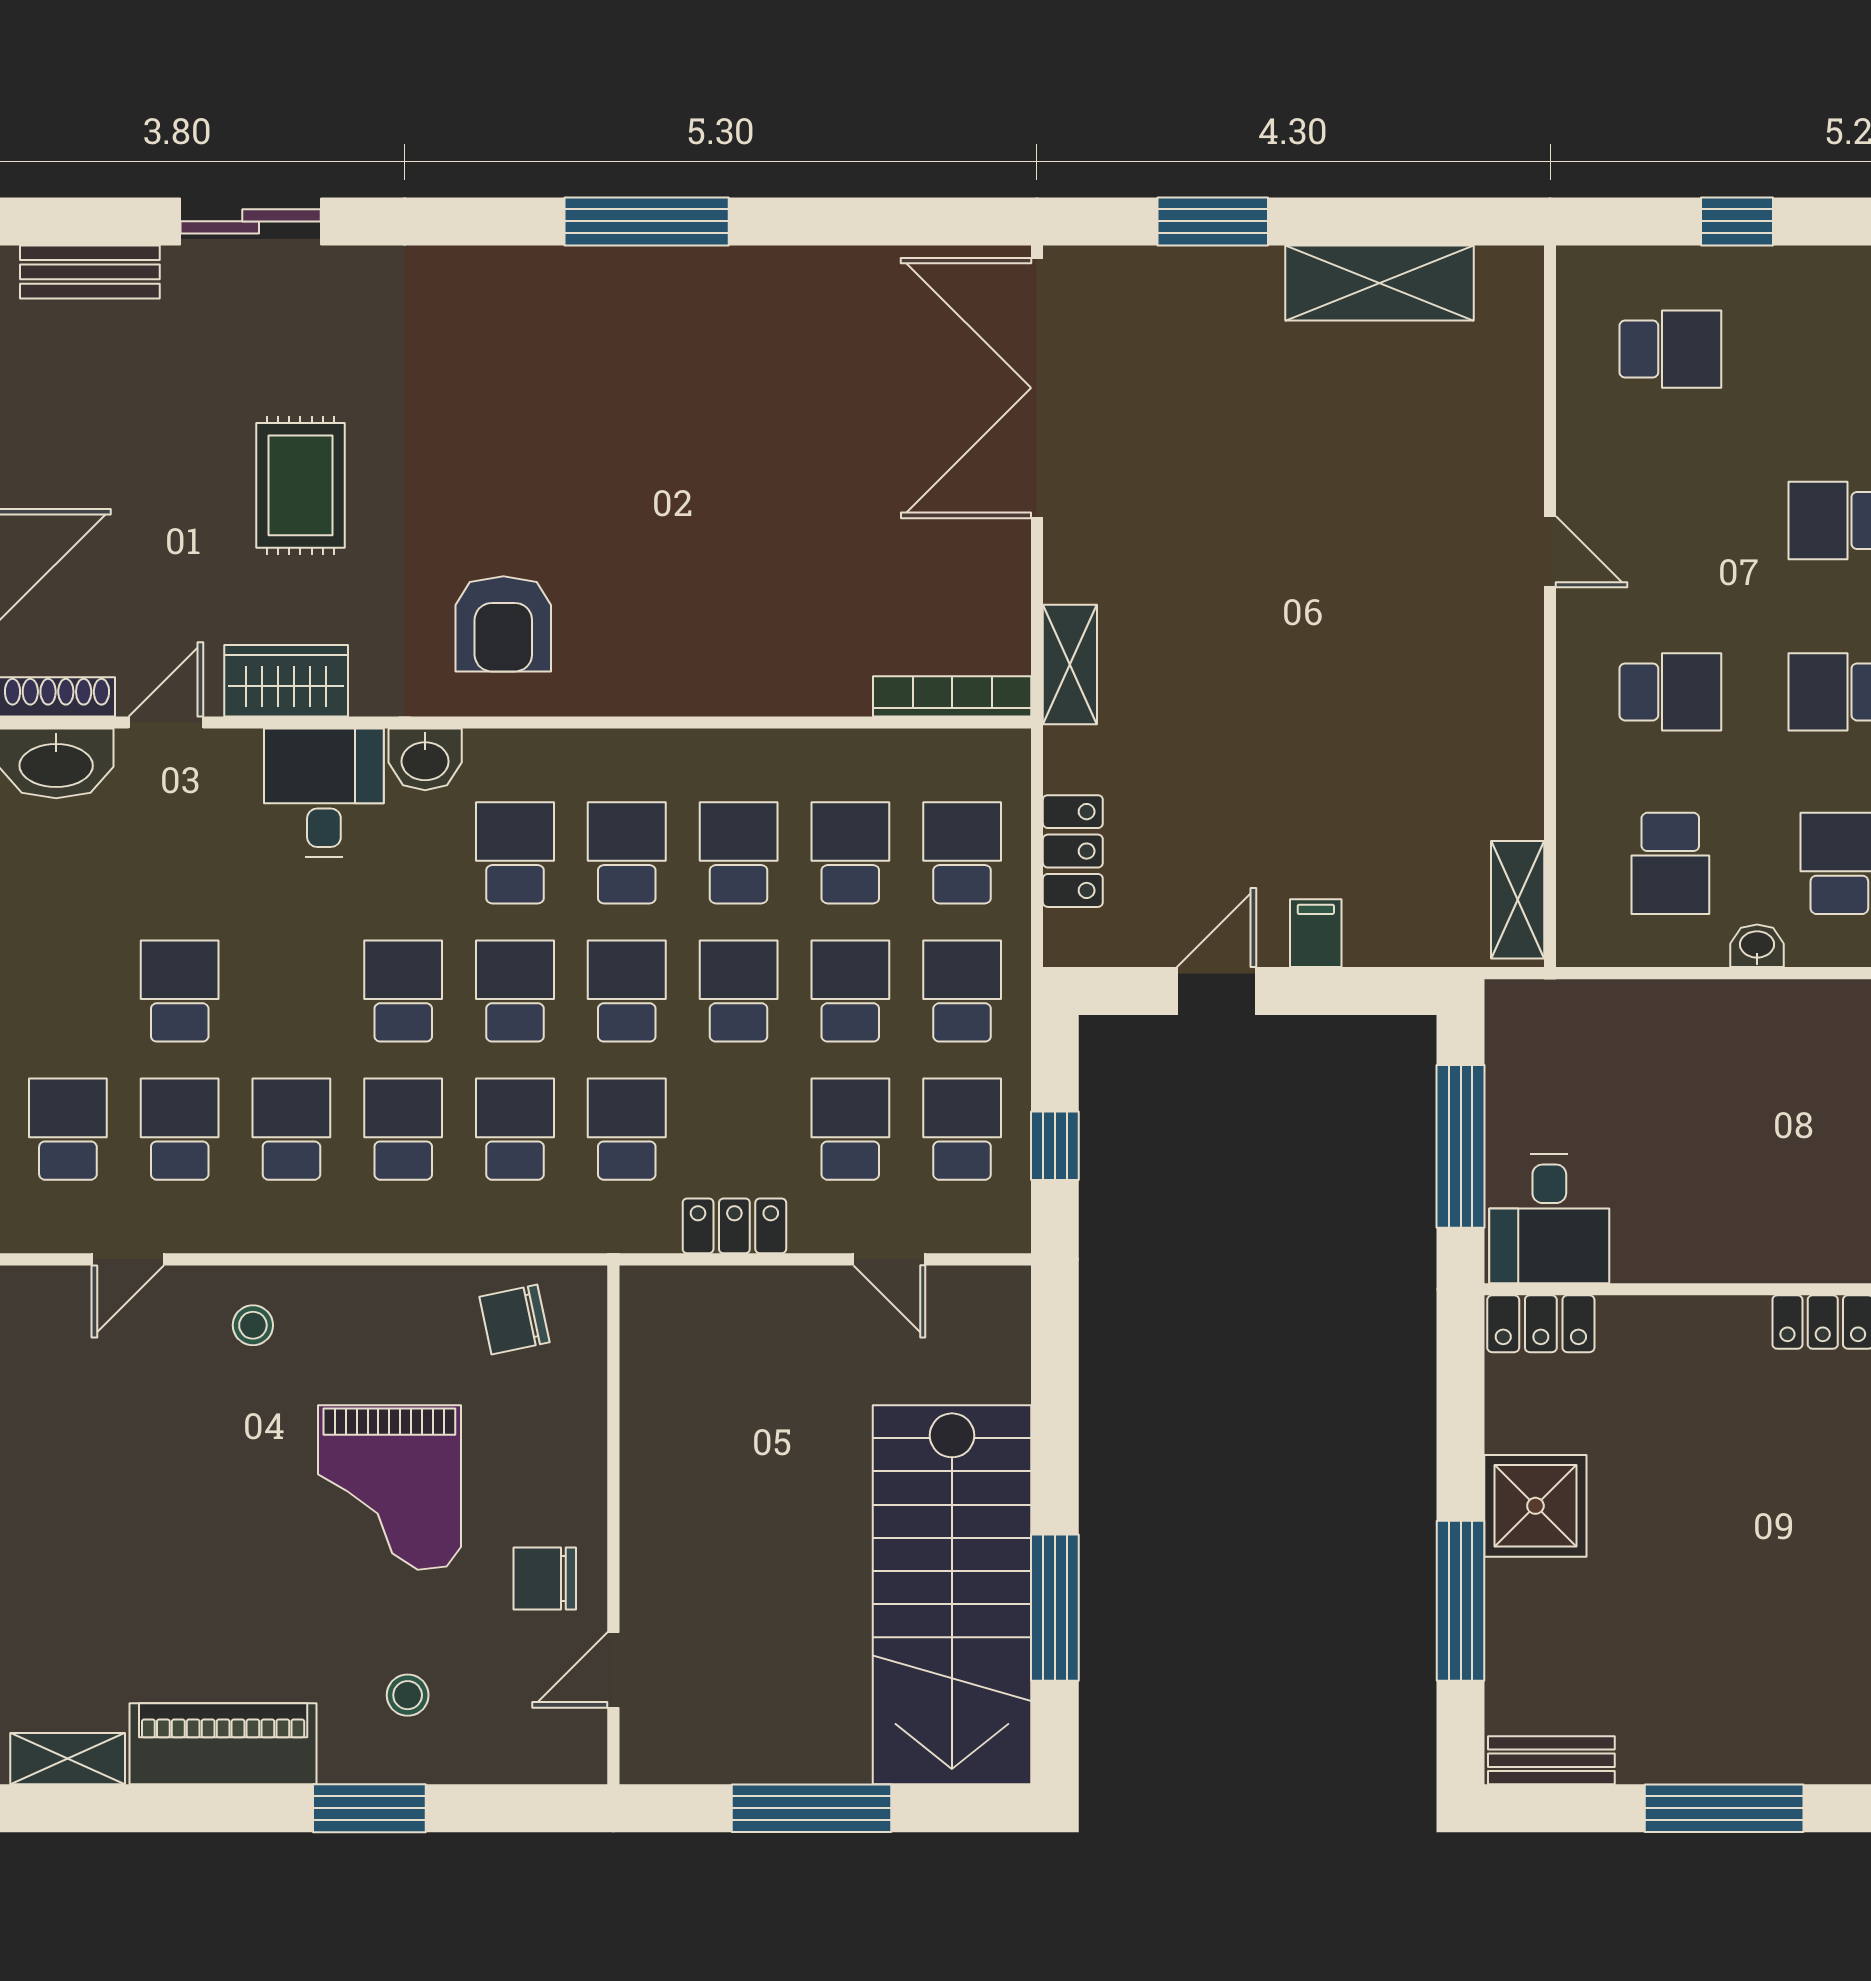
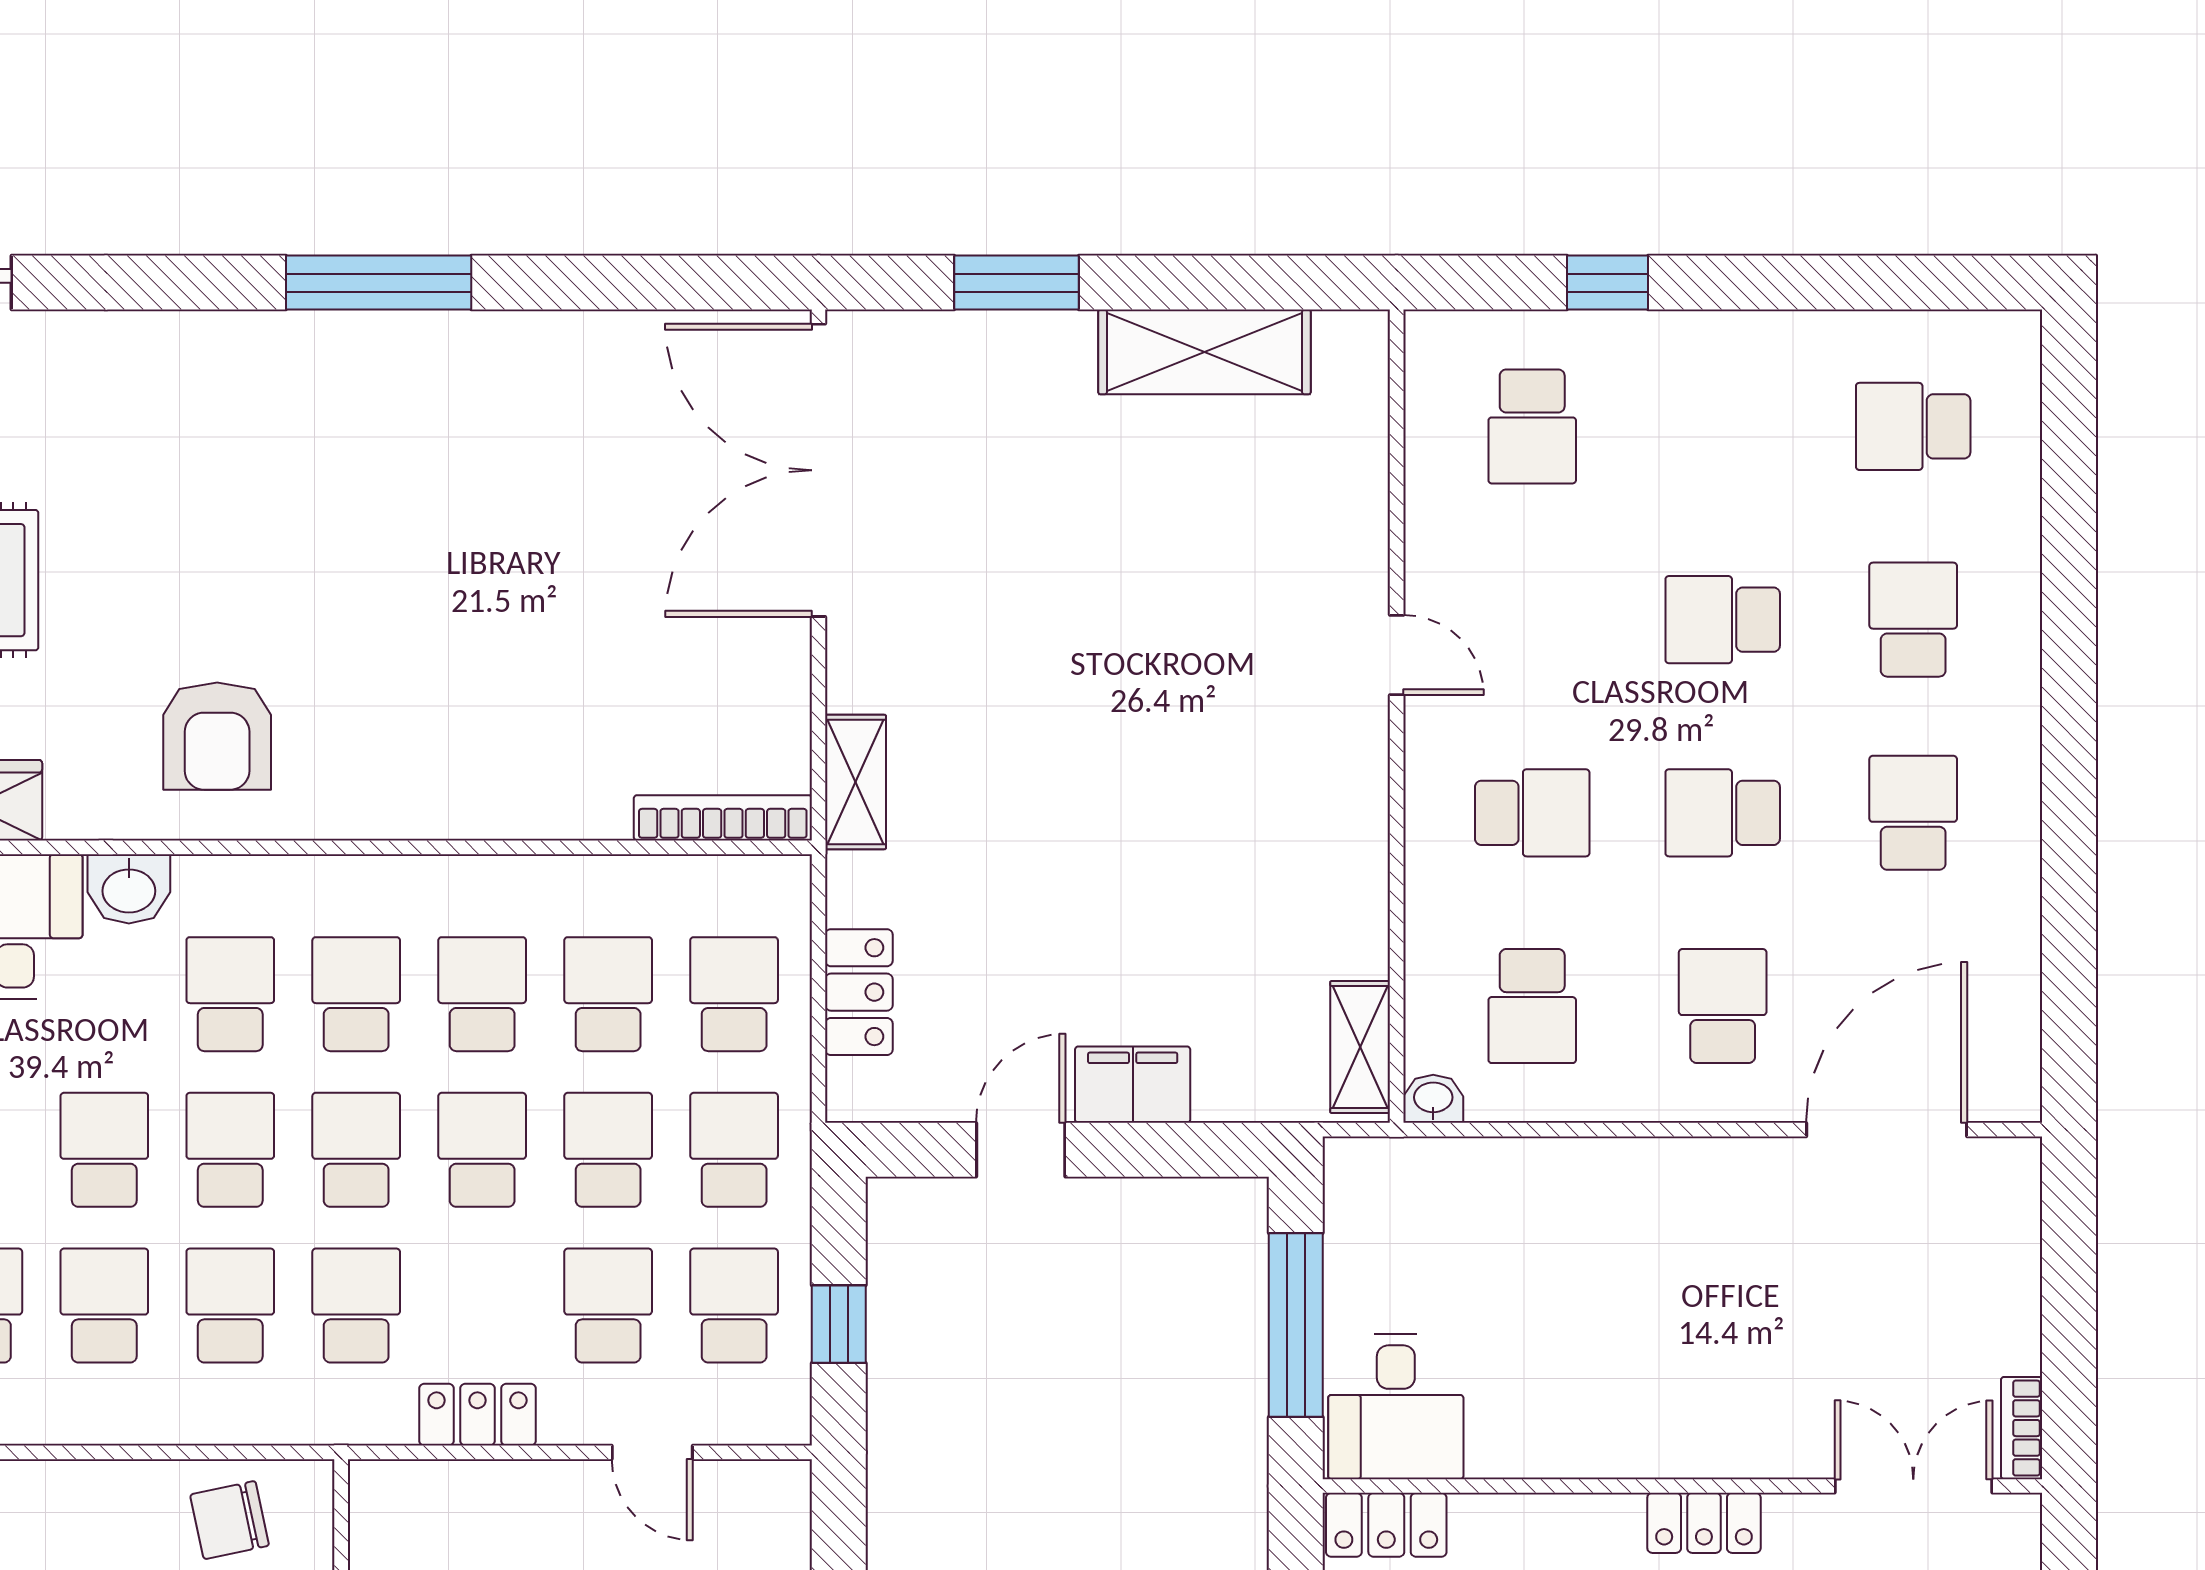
school desk: (1670, 349) -> (1532, 426), turned 90
filing cabinet: (1316, 933) -> (1133, 1085), width x2.00
washbasin: (1757, 946) -> (1433, 1099), moved

